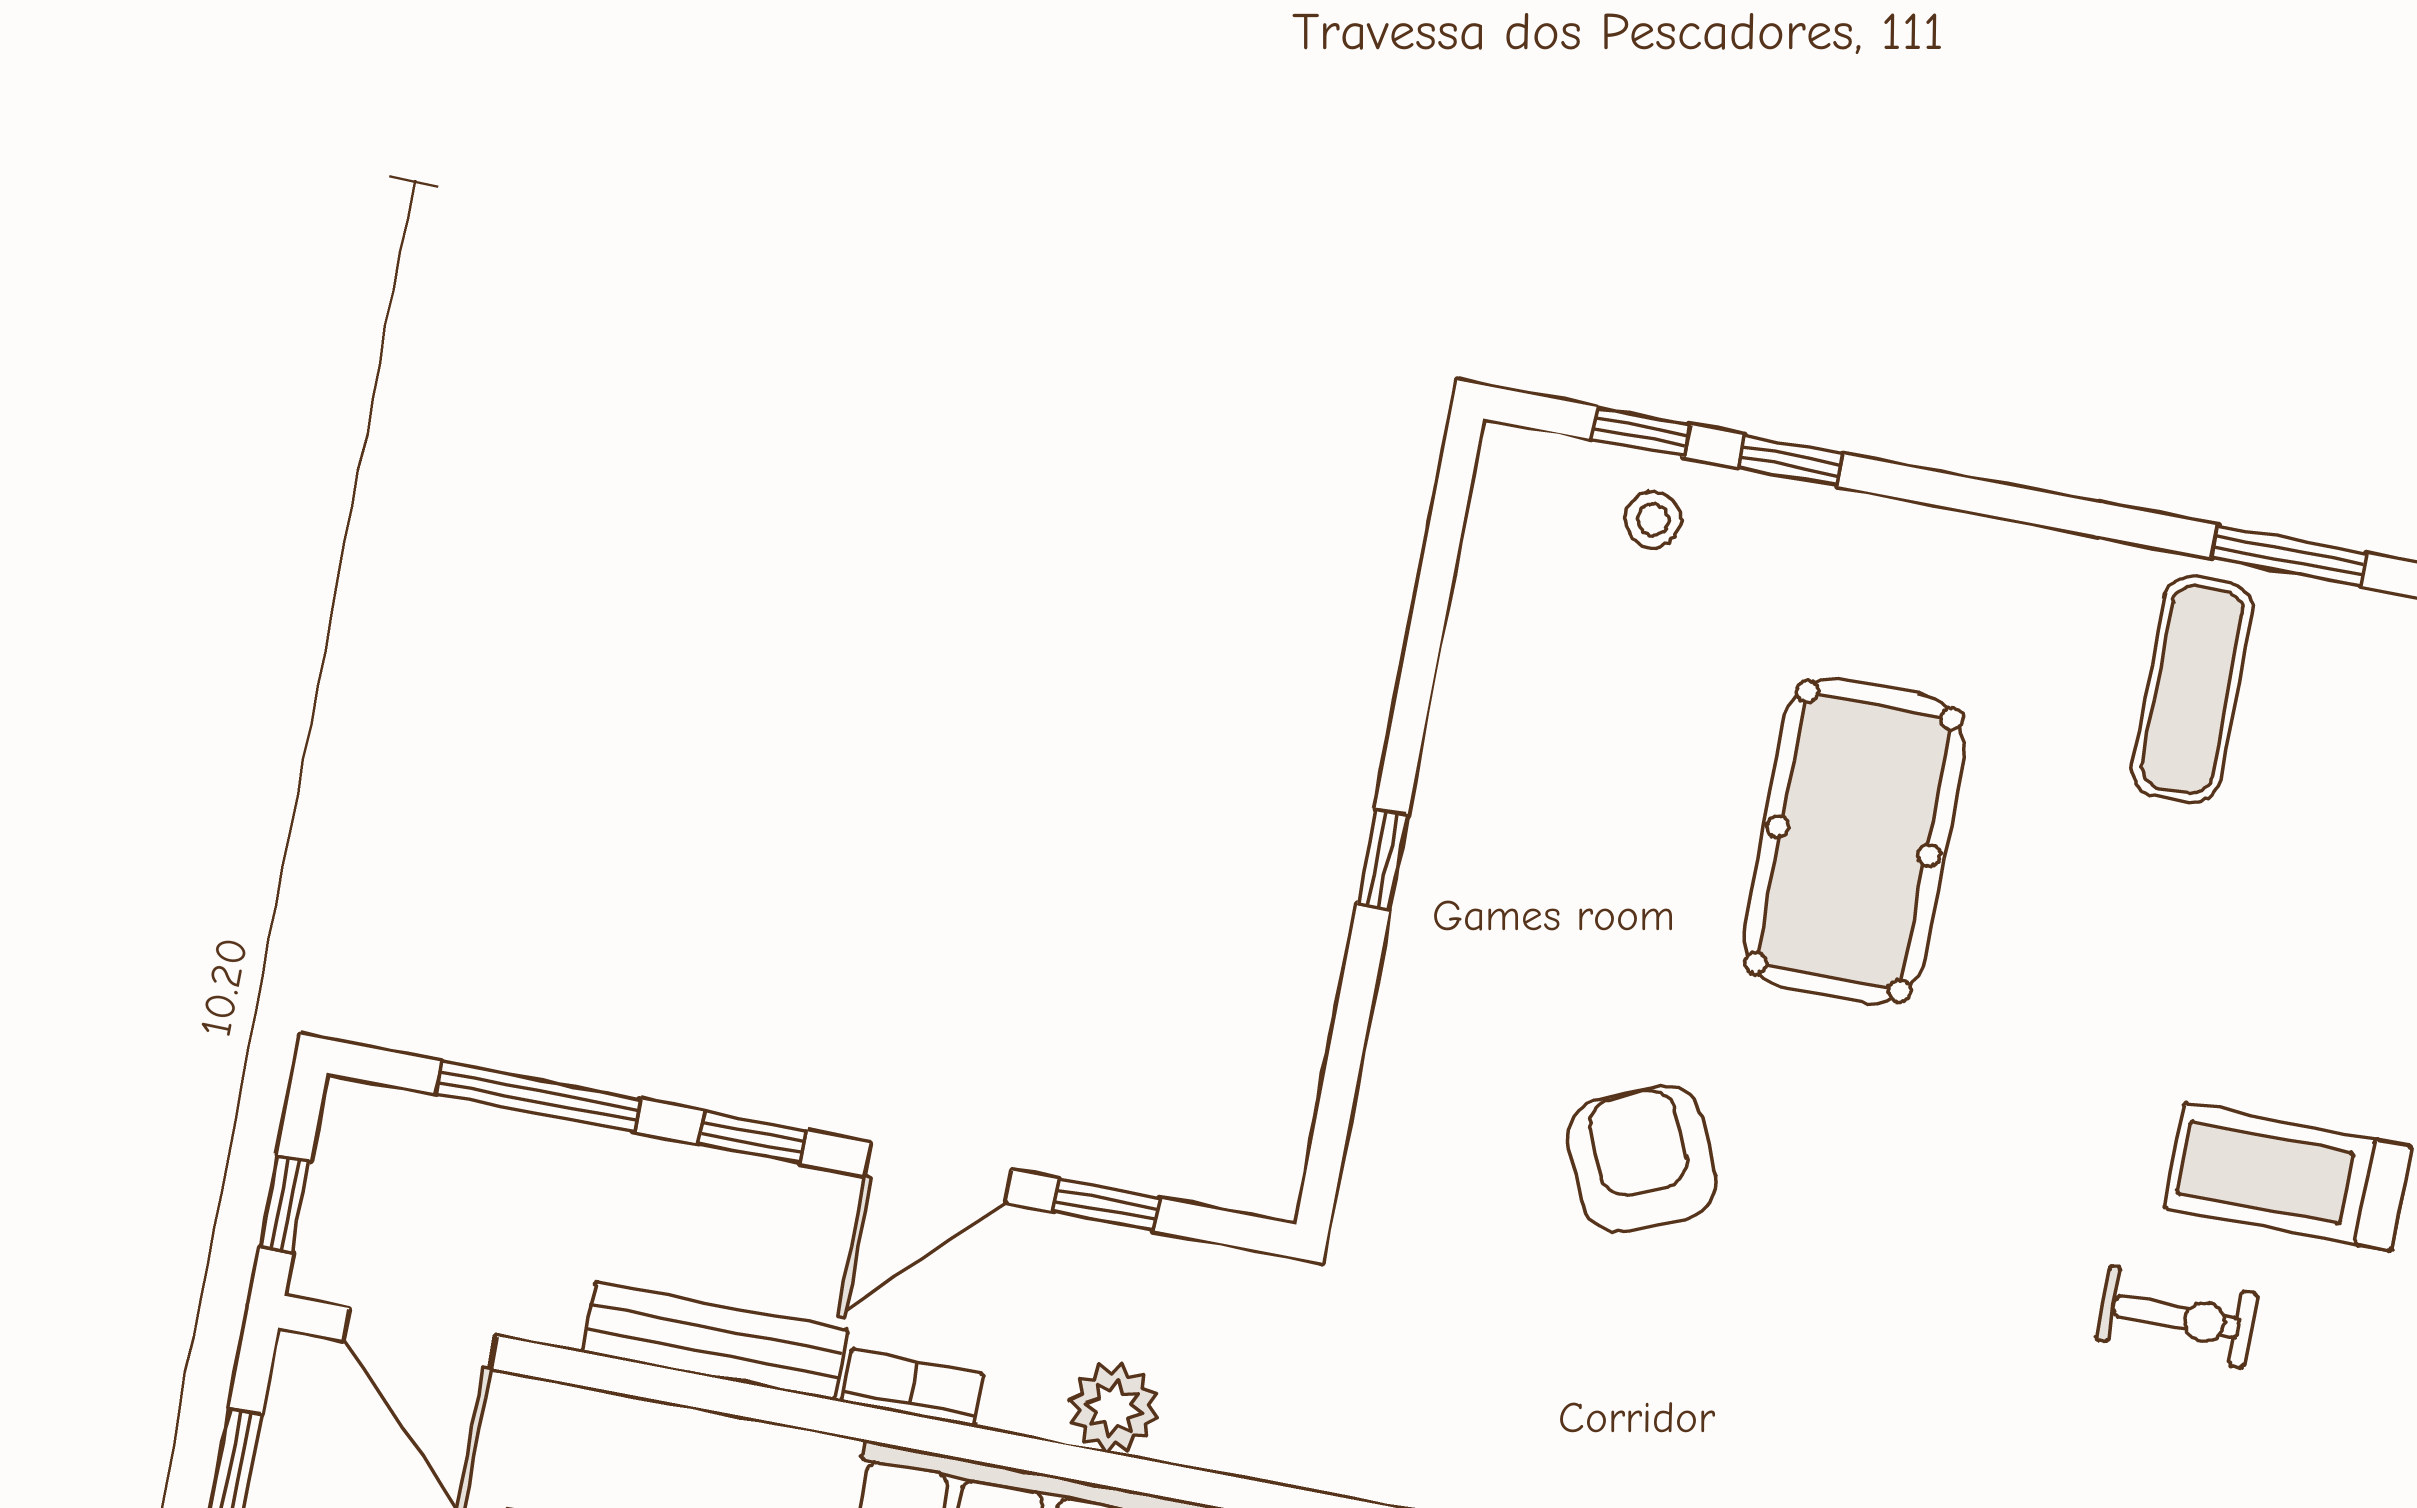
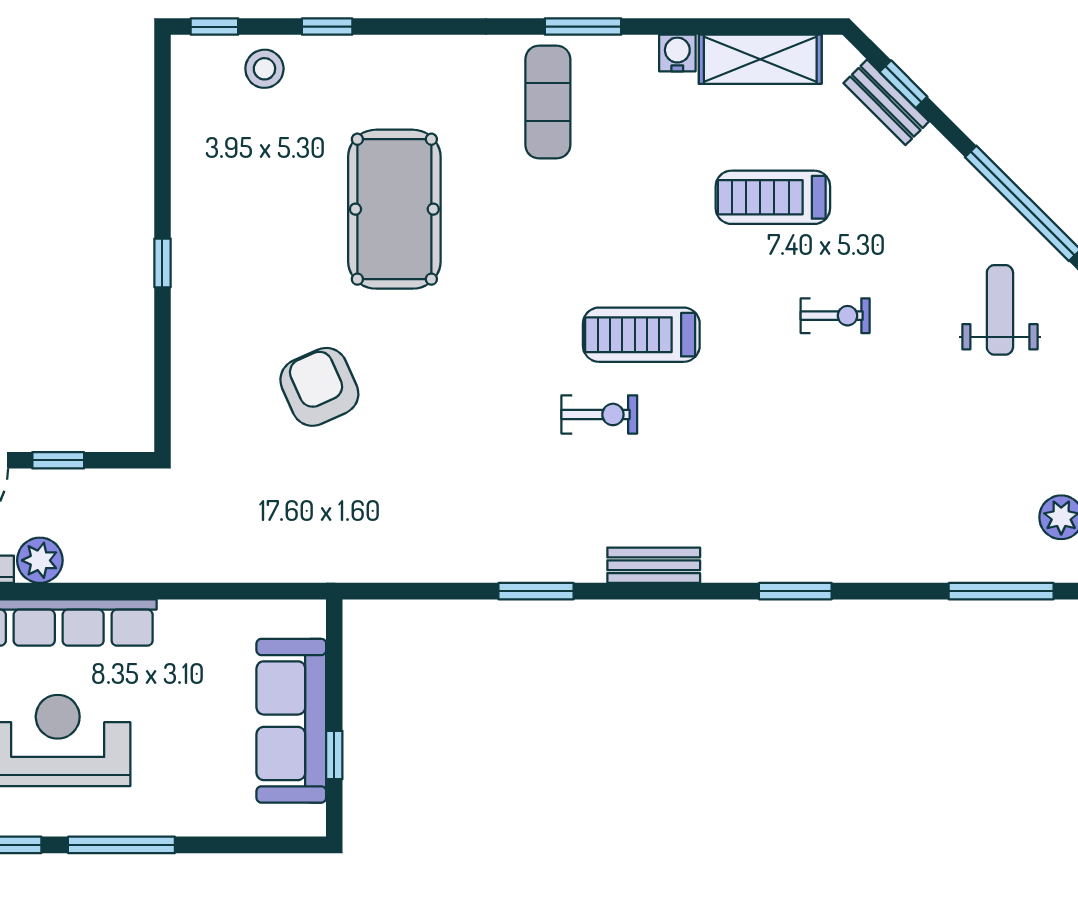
window: (1641, 432) -> (214, 27), moved
stool: (1653, 520) -> (264, 69), width x1.37, depth x1.37
plant: (1114, 1408) -> (40, 560), moved

